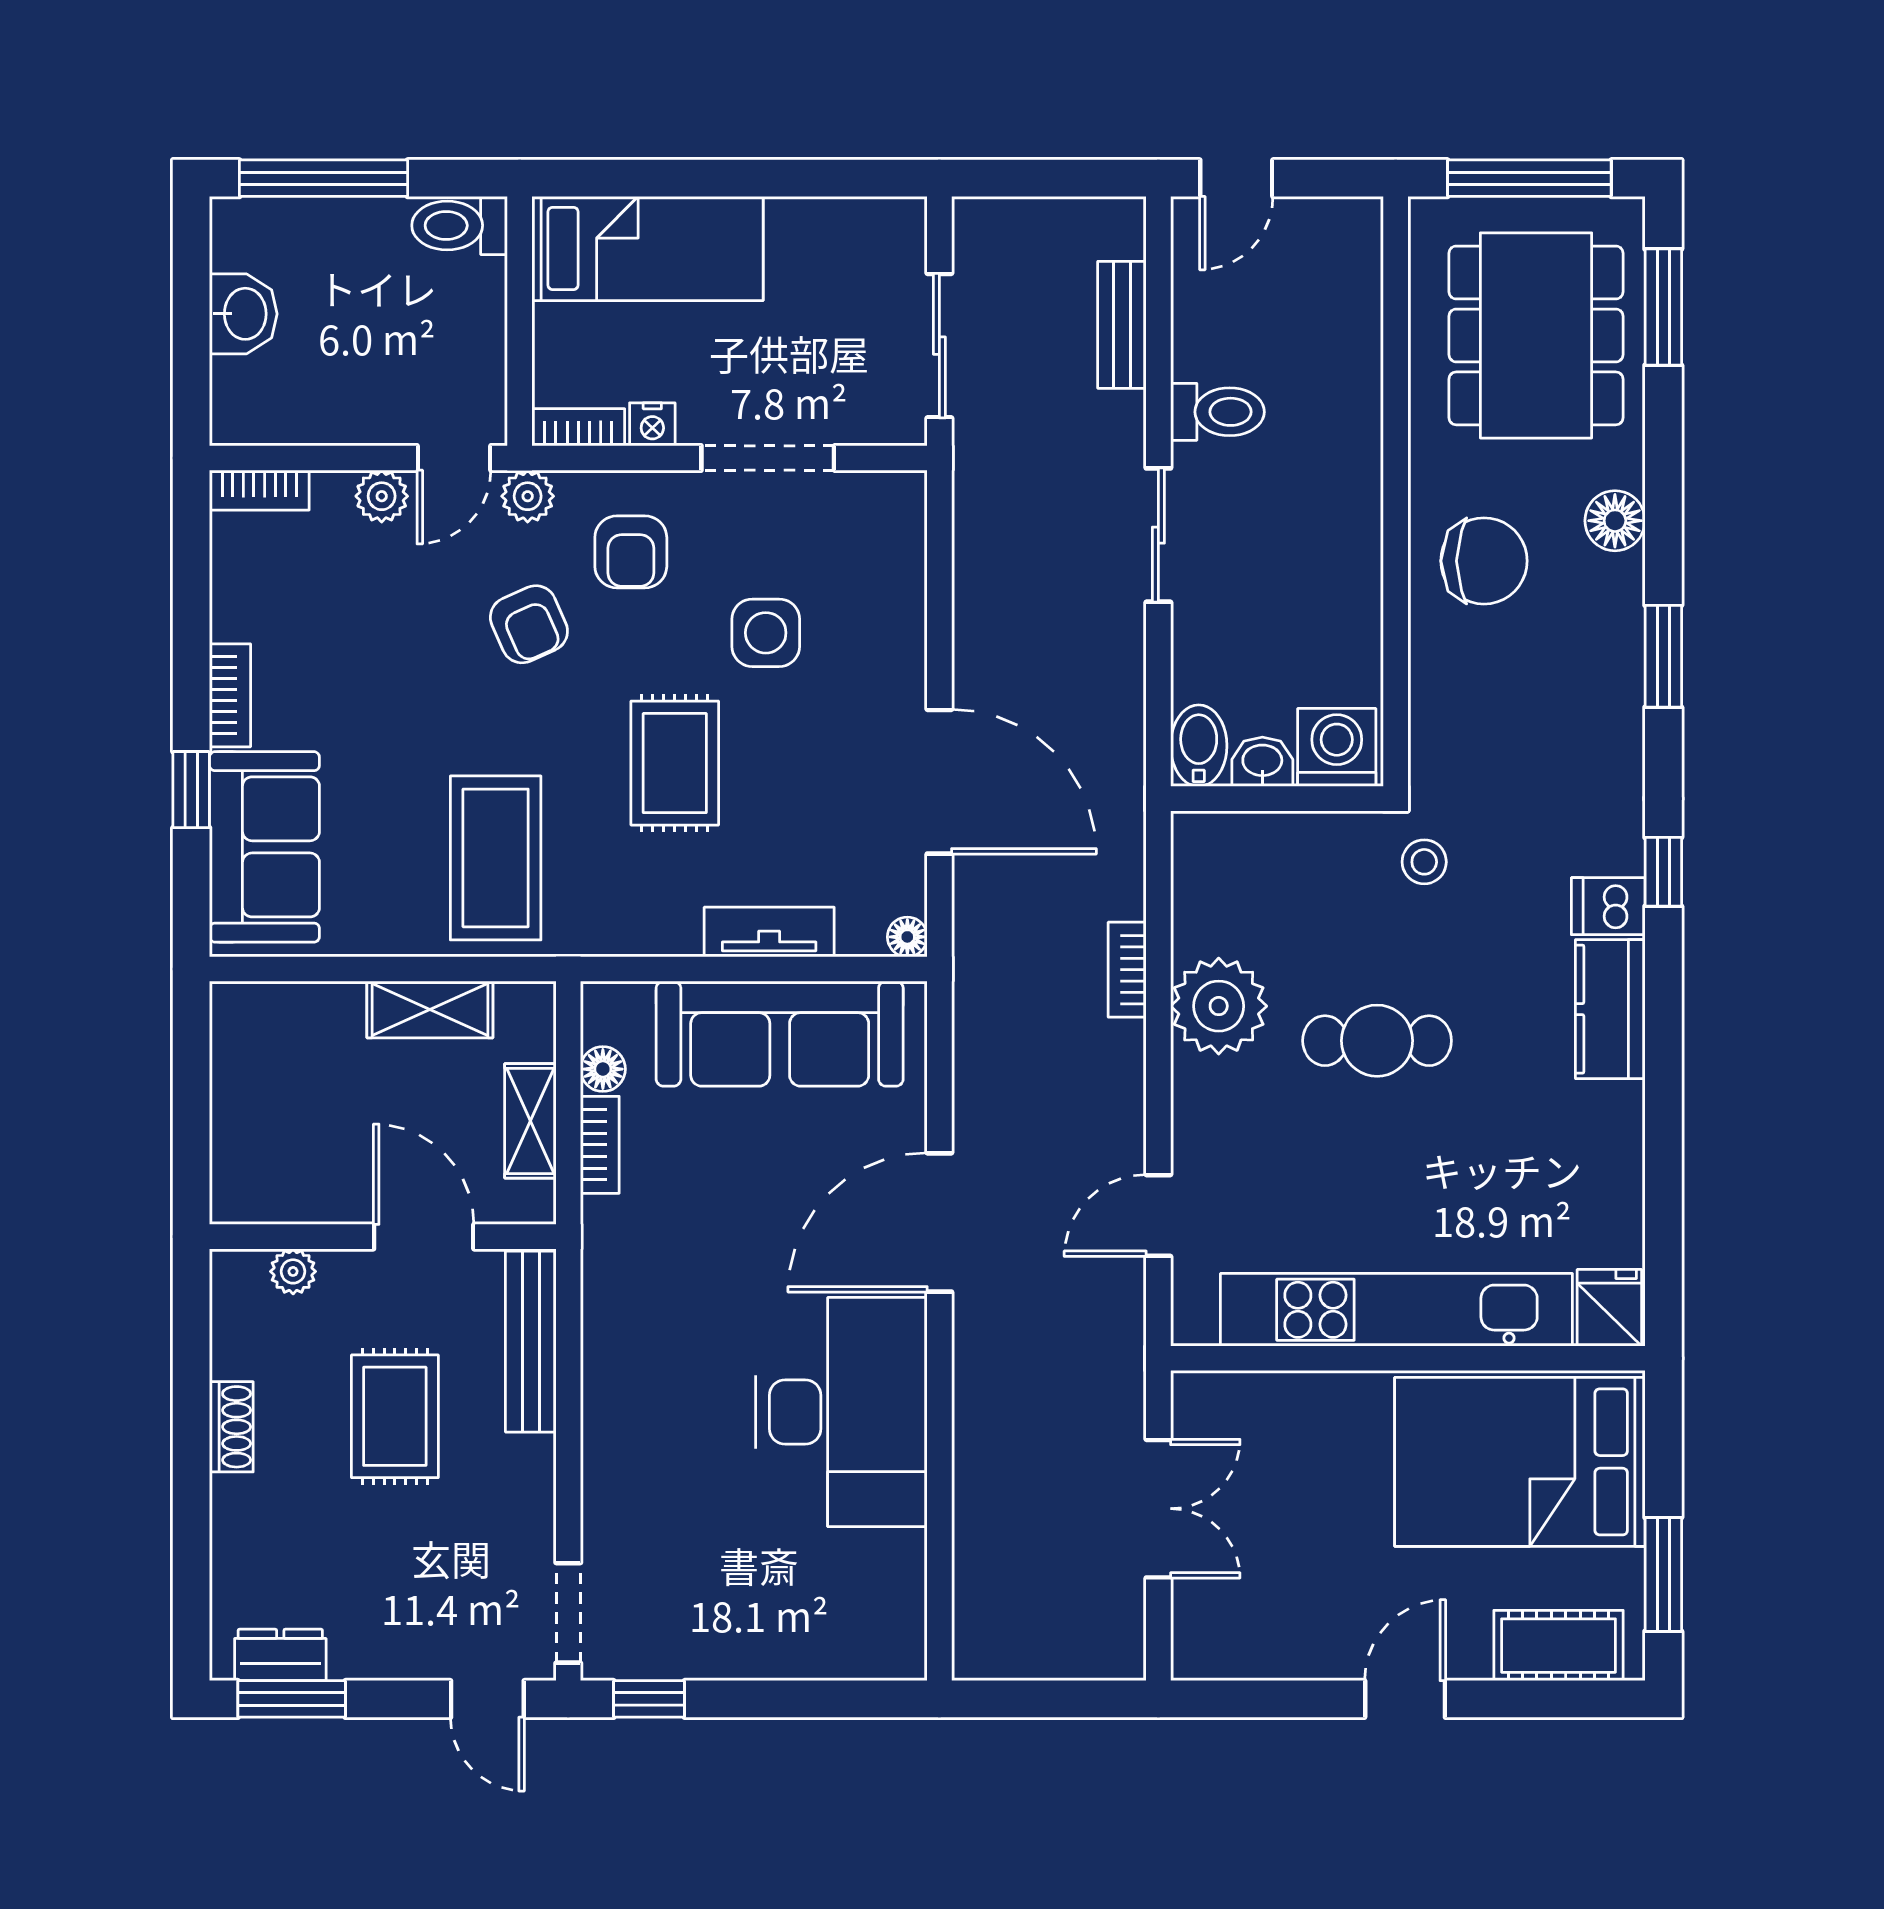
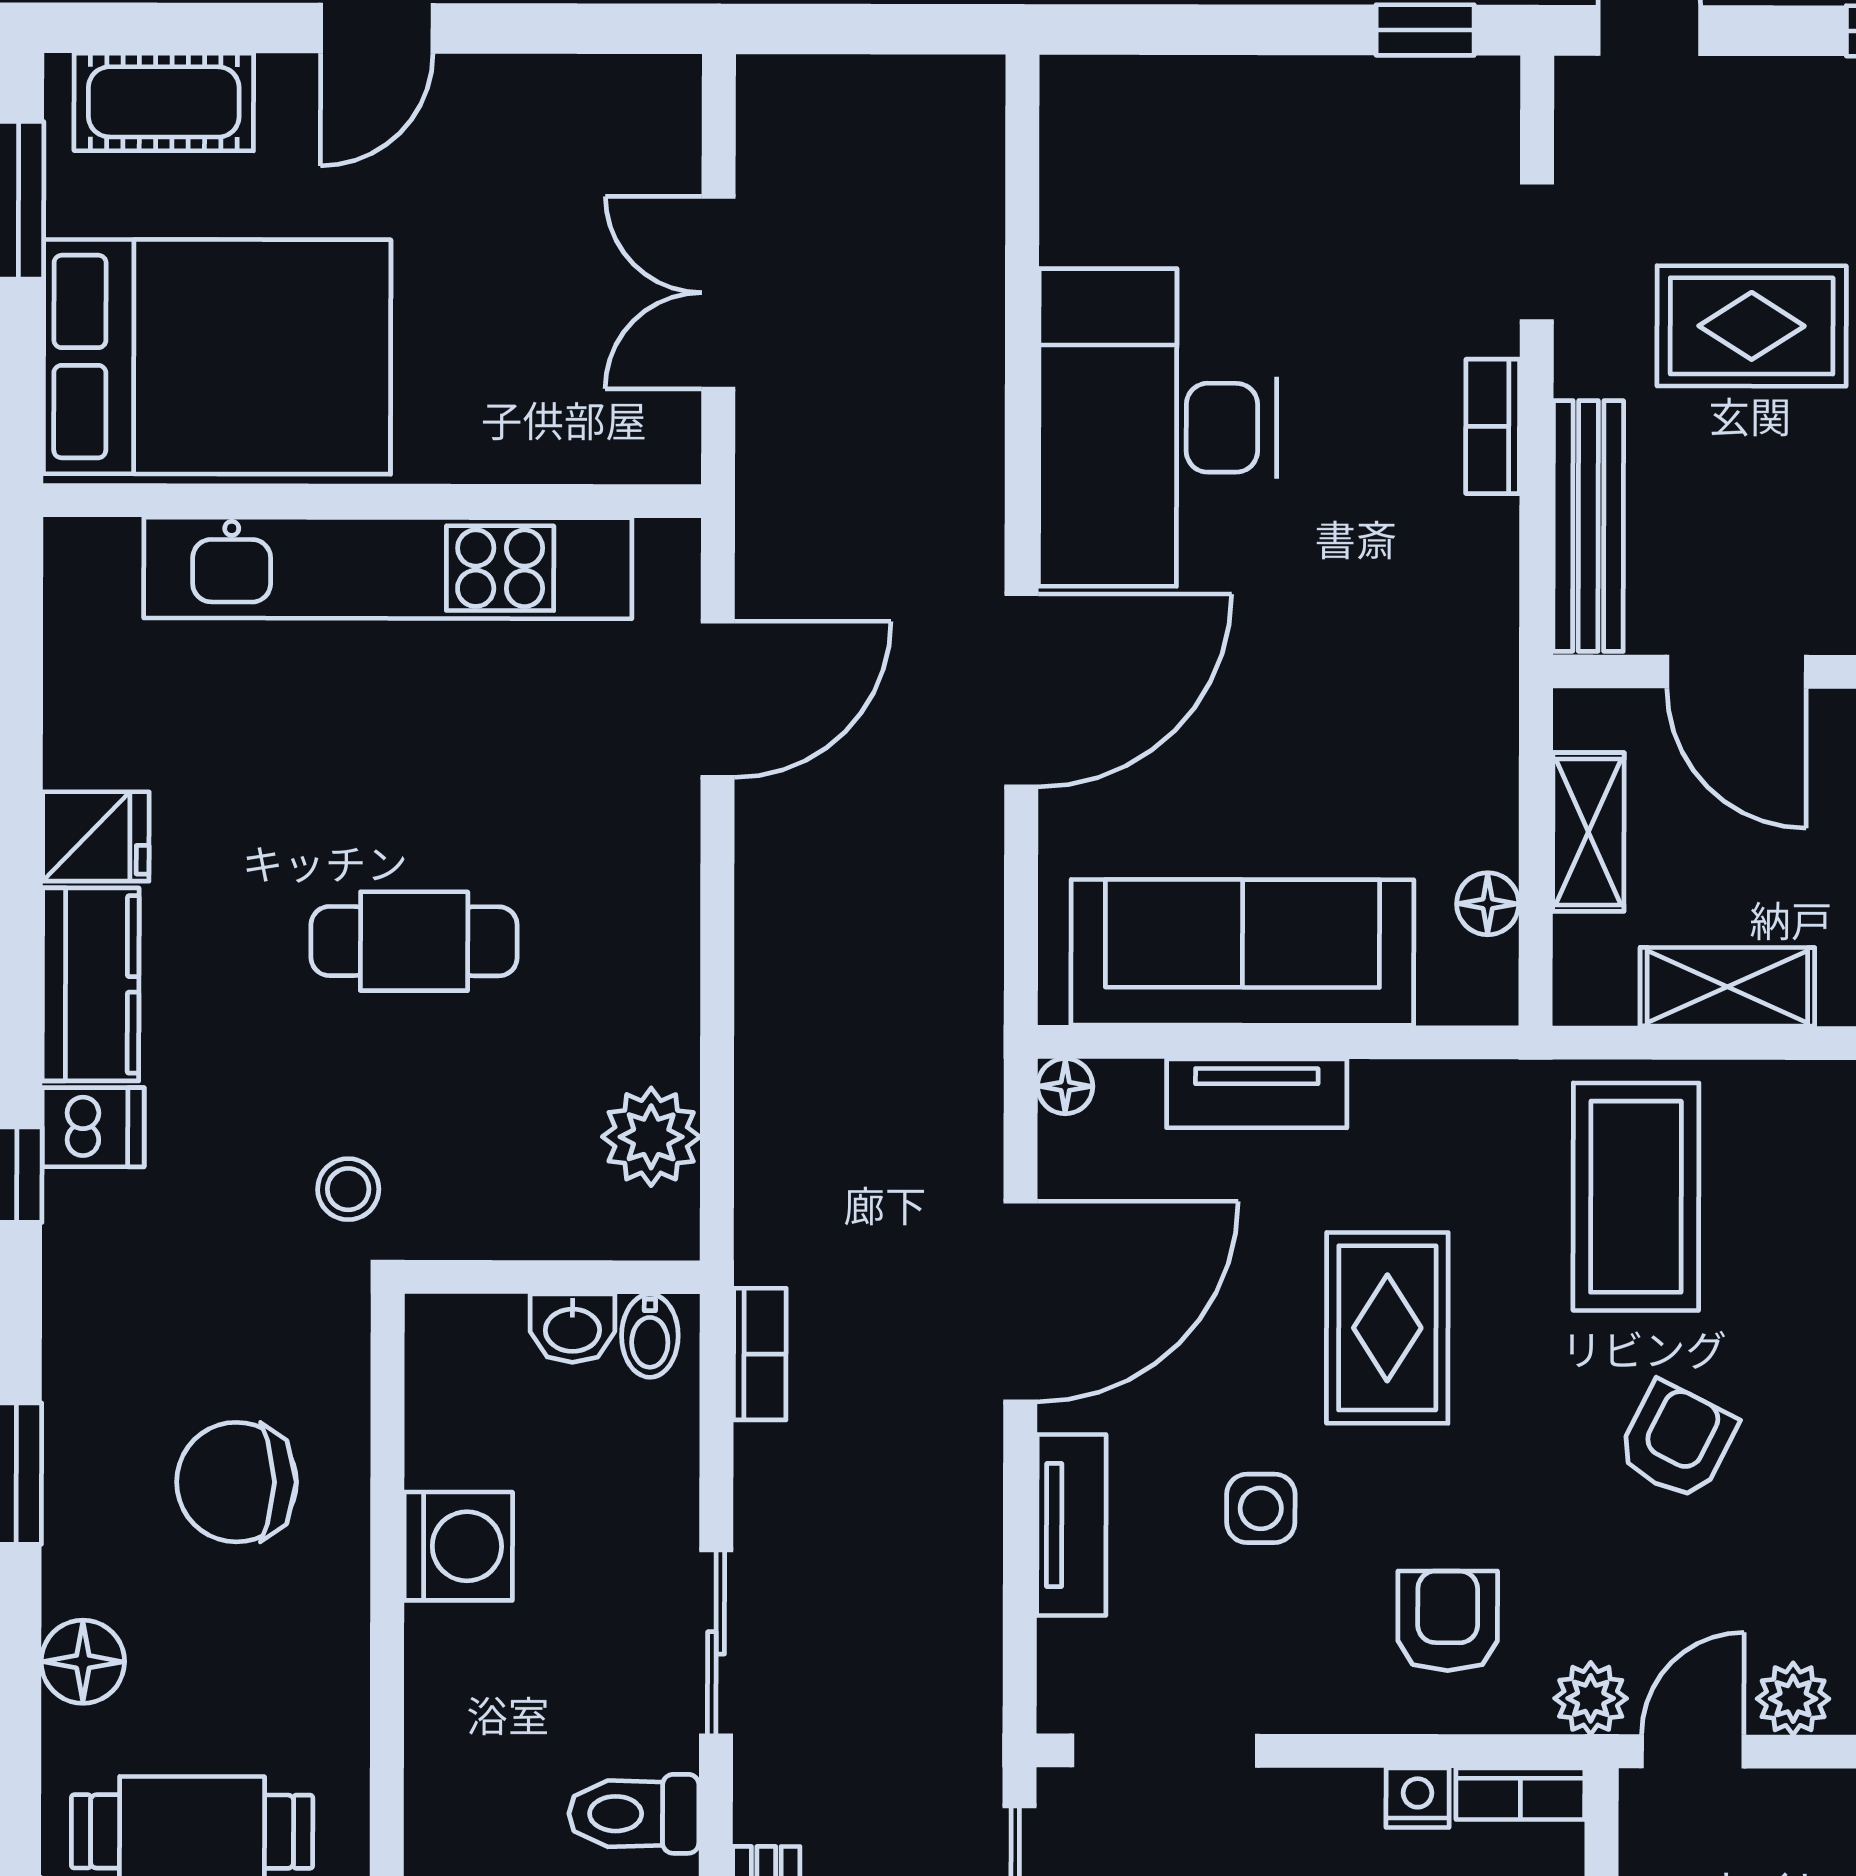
doorway: (768, 458) -> (1165, 1751), moved
chair: (1484, 561) -> (236, 1482), moved
tv unit: (902, 620) -> (1071, 1525), added
armchair: (529, 624) -> (1677, 1441), moved, turned 51
side table: (766, 633) -> (1261, 1508), width x0.73, depth x0.73
bidet: (1199, 746) -> (650, 1336), width x0.72, depth x0.74
washing machine: (1337, 747) -> (458, 1546), moved, turned -90
door: (939, 782) -> (1020, 1301), swing flipped
bookcase: (1127, 970) -> (760, 1354), moved
plant: (1219, 1006) -> (651, 1137), moved, width x0.73, depth x0.73
bookcase: (600, 1145) -> (1493, 426), moved
door: (1158, 1216) -> (718, 699), width x1.38
fridge: (1609, 1308) -> (96, 836), moved, turned -90
rug: (395, 1416) -> (1752, 326), moved, turned 90
doorway: (568, 1613) -> (1537, 252), moved

